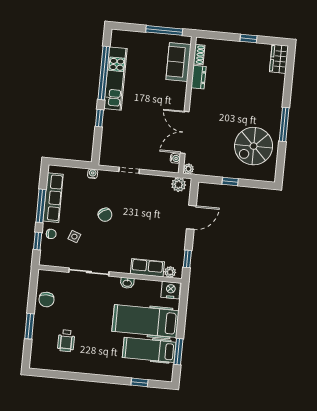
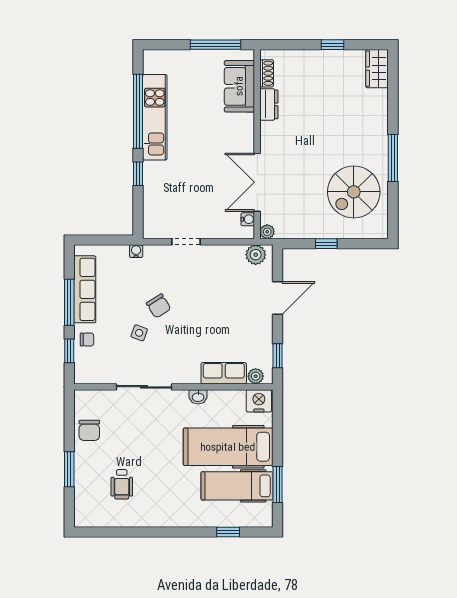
side table: (74, 237) -> (139, 333), moved

